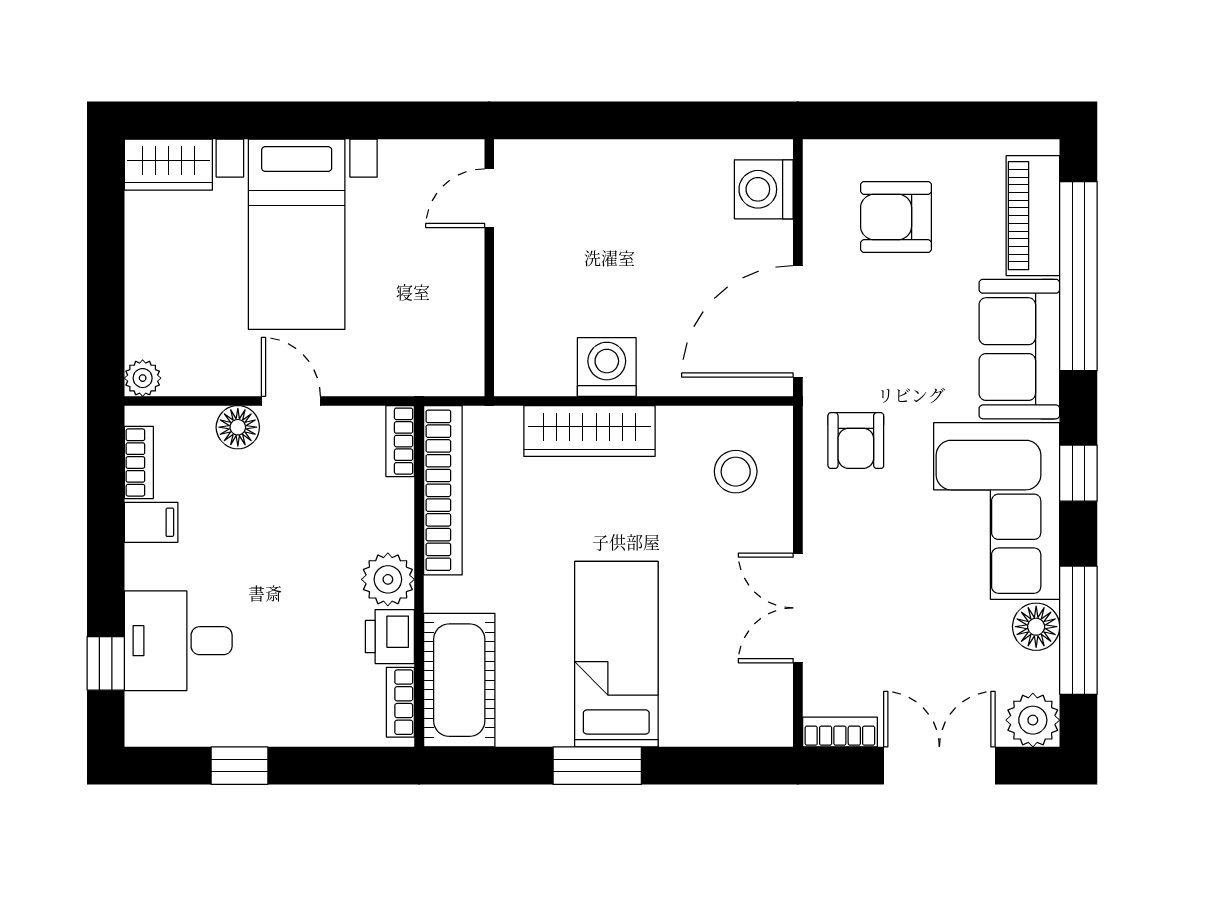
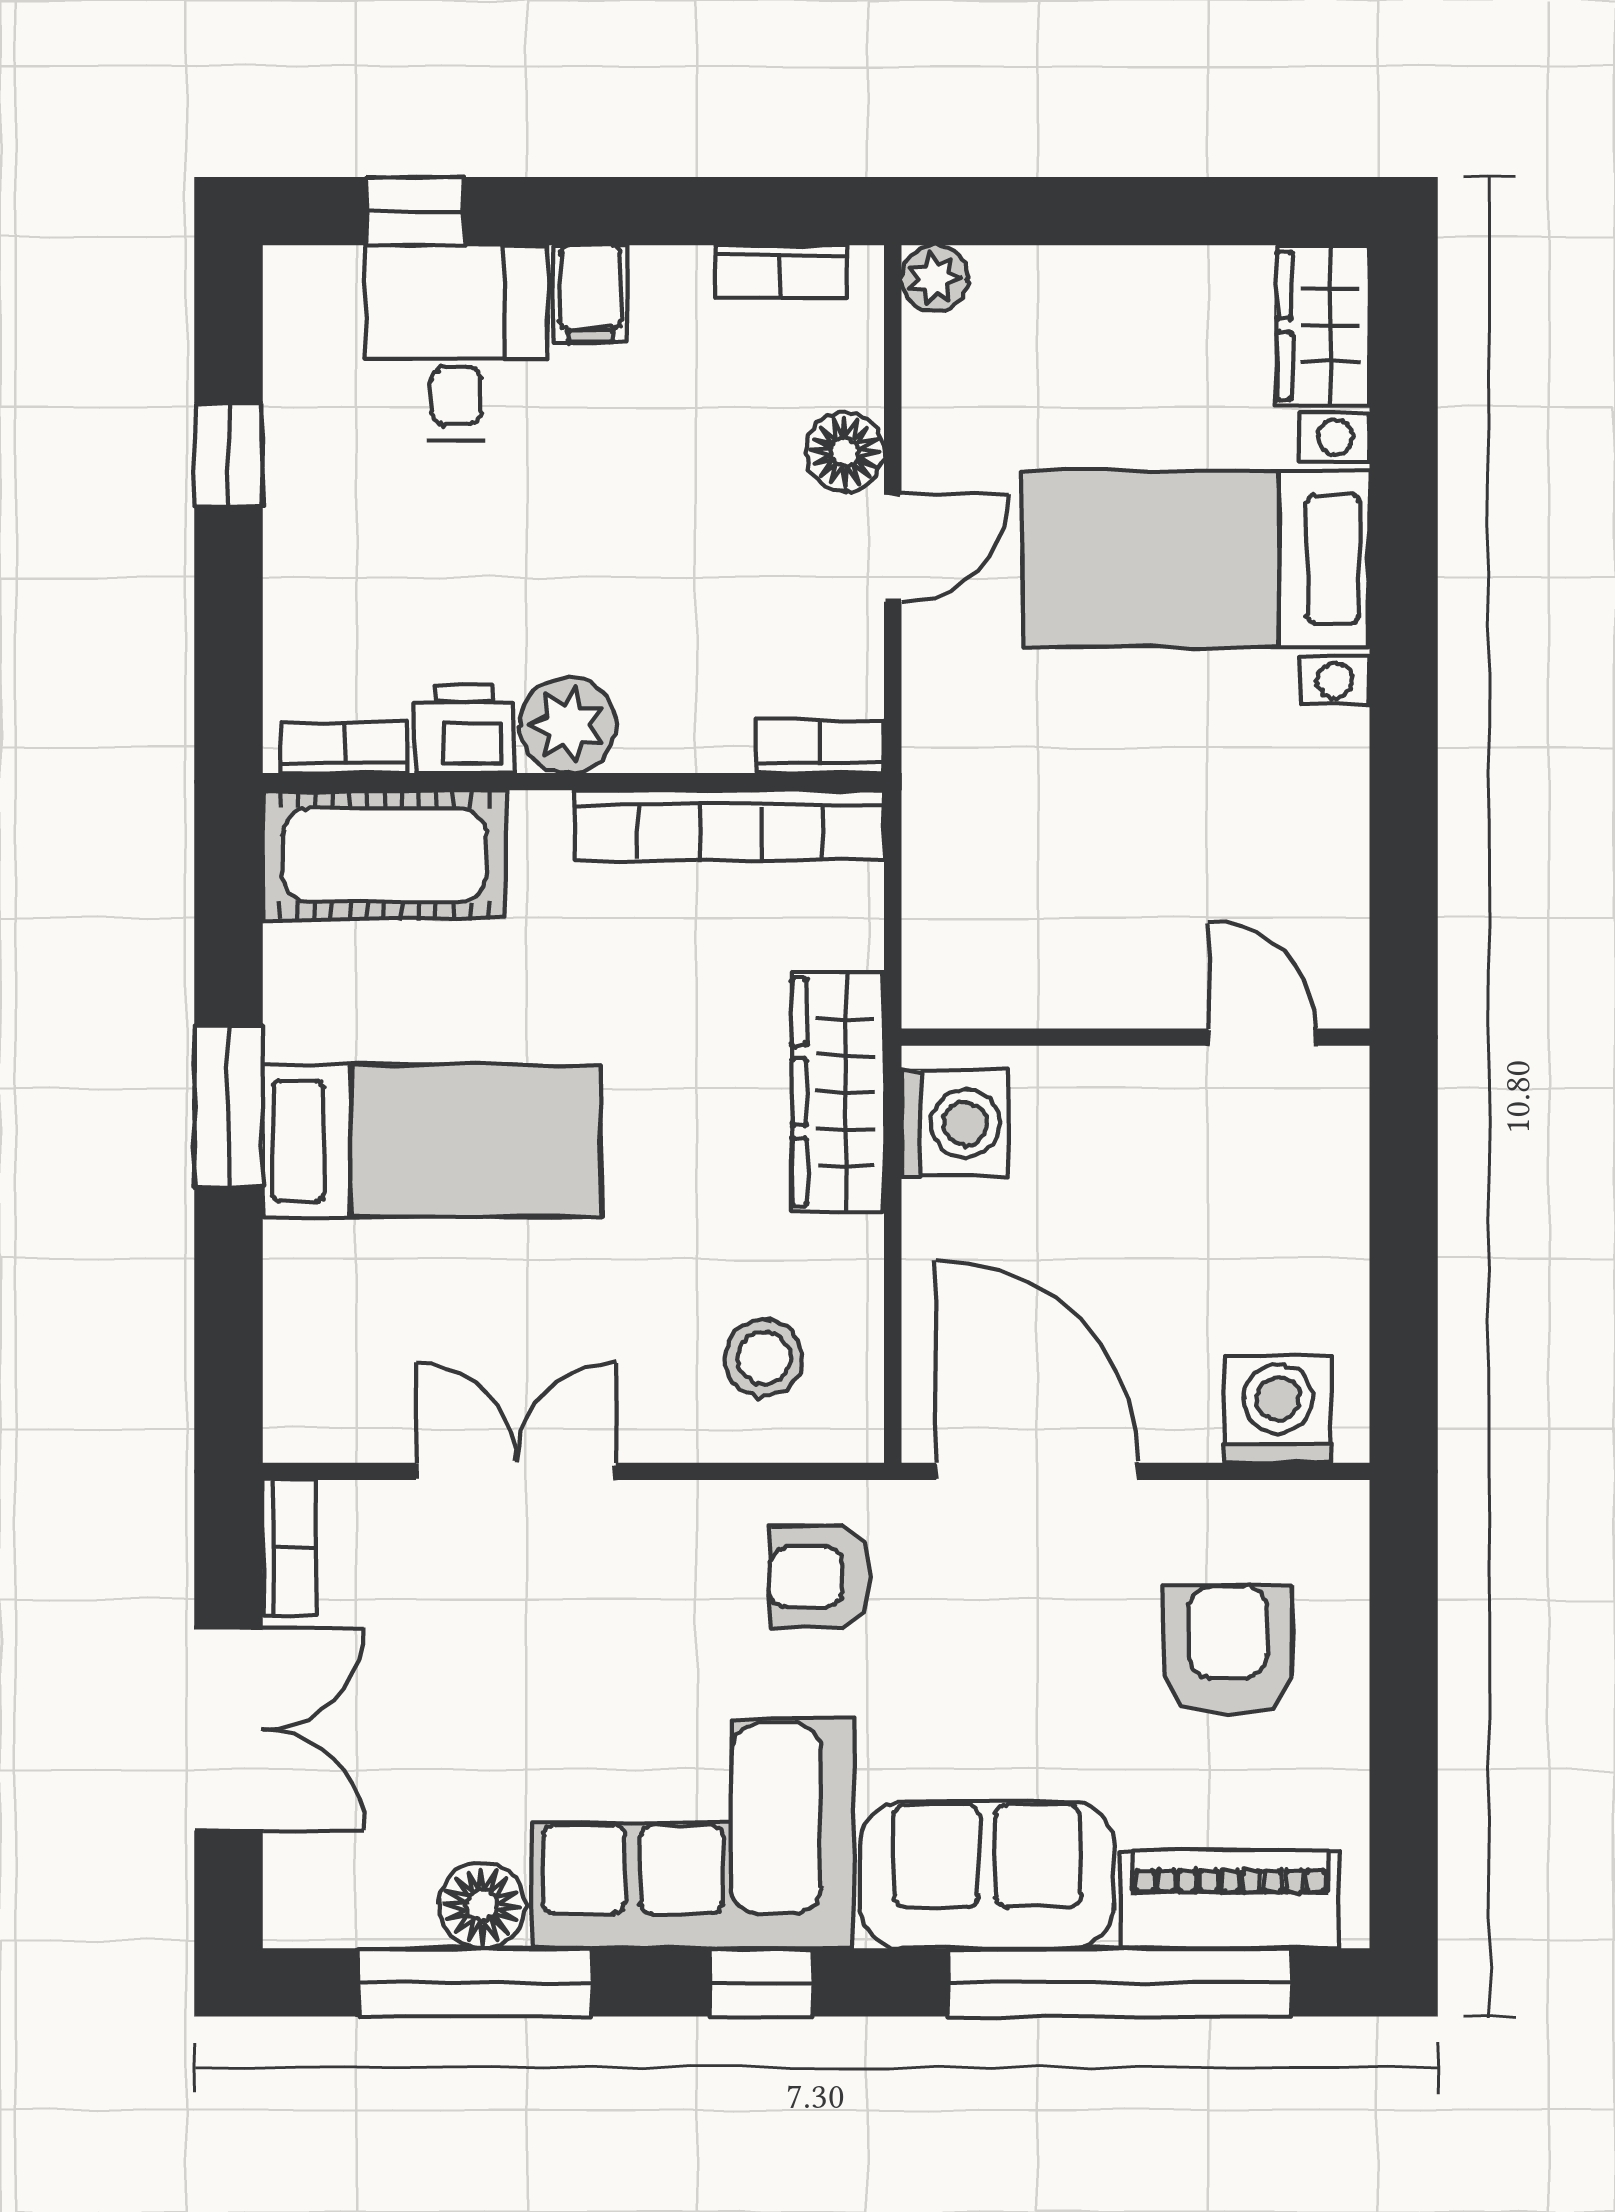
door: (489, 198) -> (1262, 1037), moved
wall: (489, 268) -> (1135, 1037), moved
filing cabinet: (151, 522) -> (590, 294), moved
plant: (1033, 720) -> (312, 1899), removed

